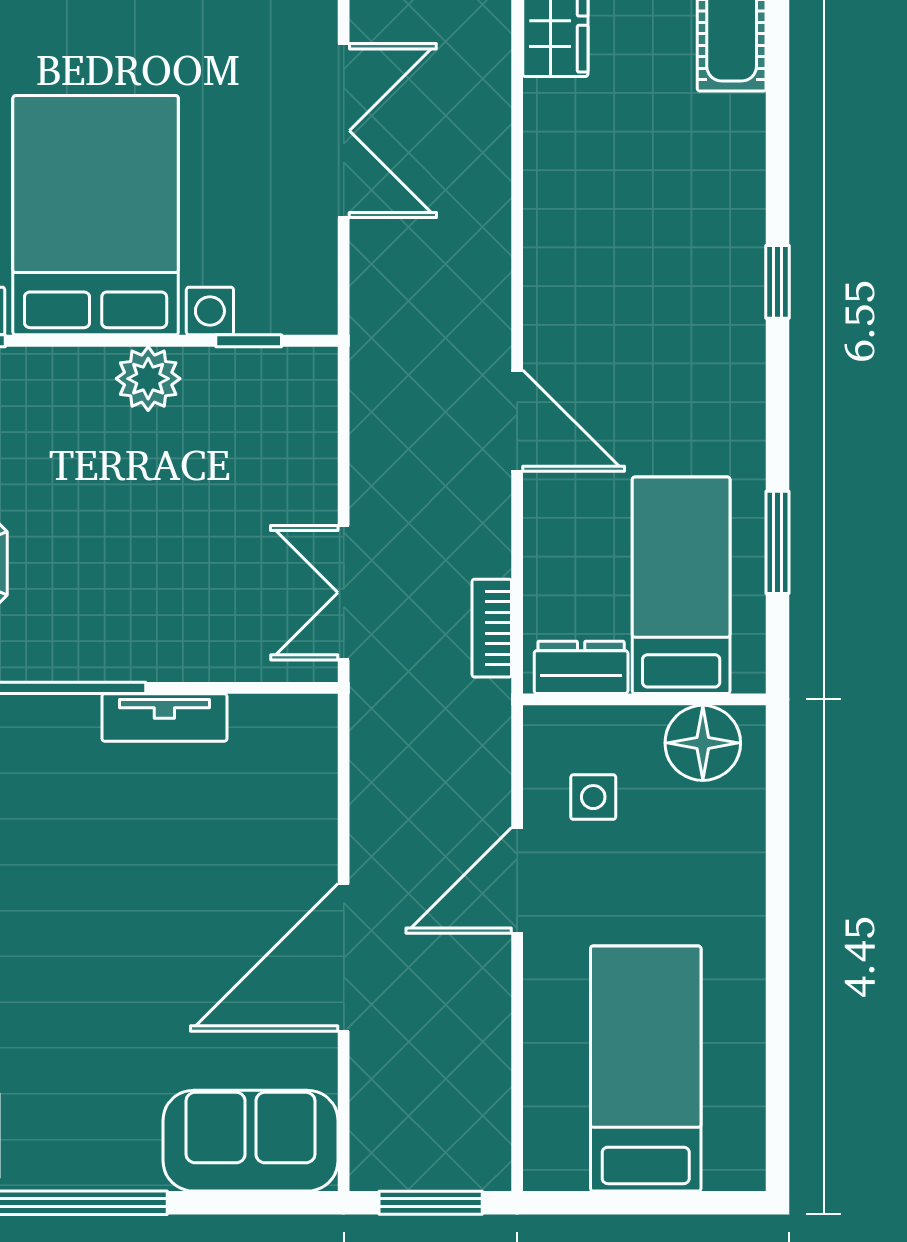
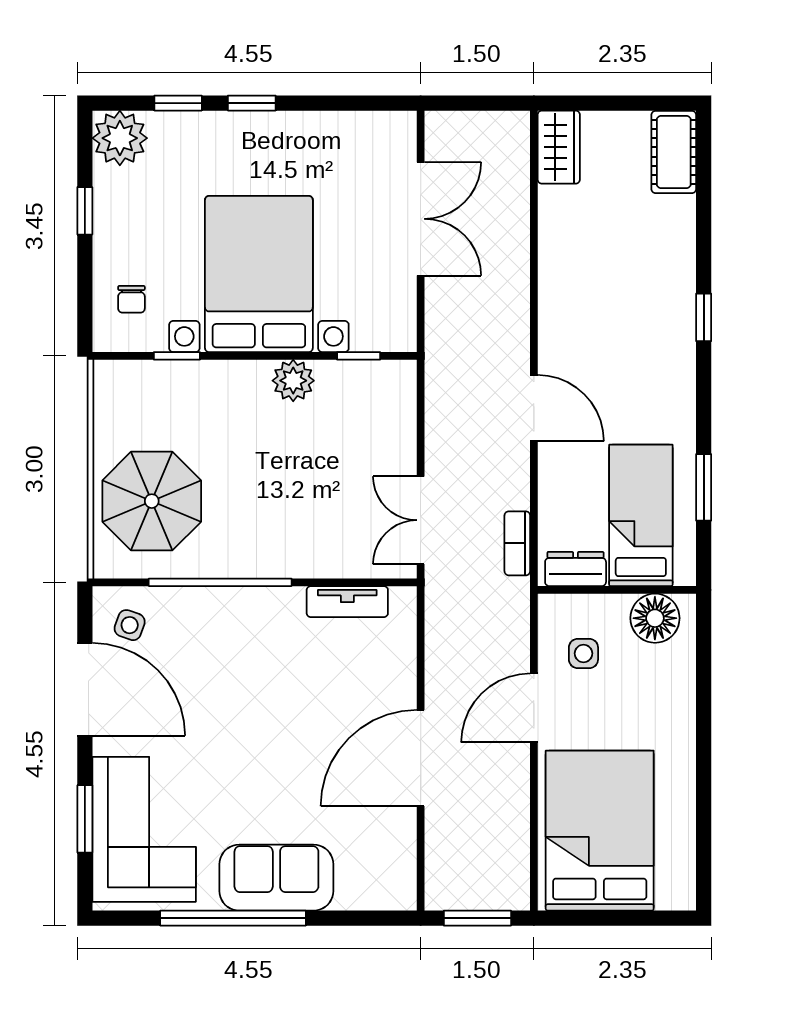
tv unit: (164, 717) -> (347, 602), moved
bed: (646, 1069) -> (600, 831), width x1.50
sofa: (250, 1141) -> (276, 878), moved

